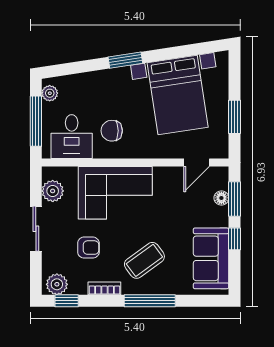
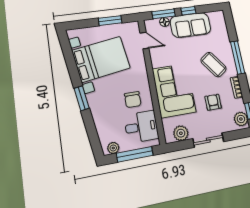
sofa: (211, 258) -> (190, 25), moved

